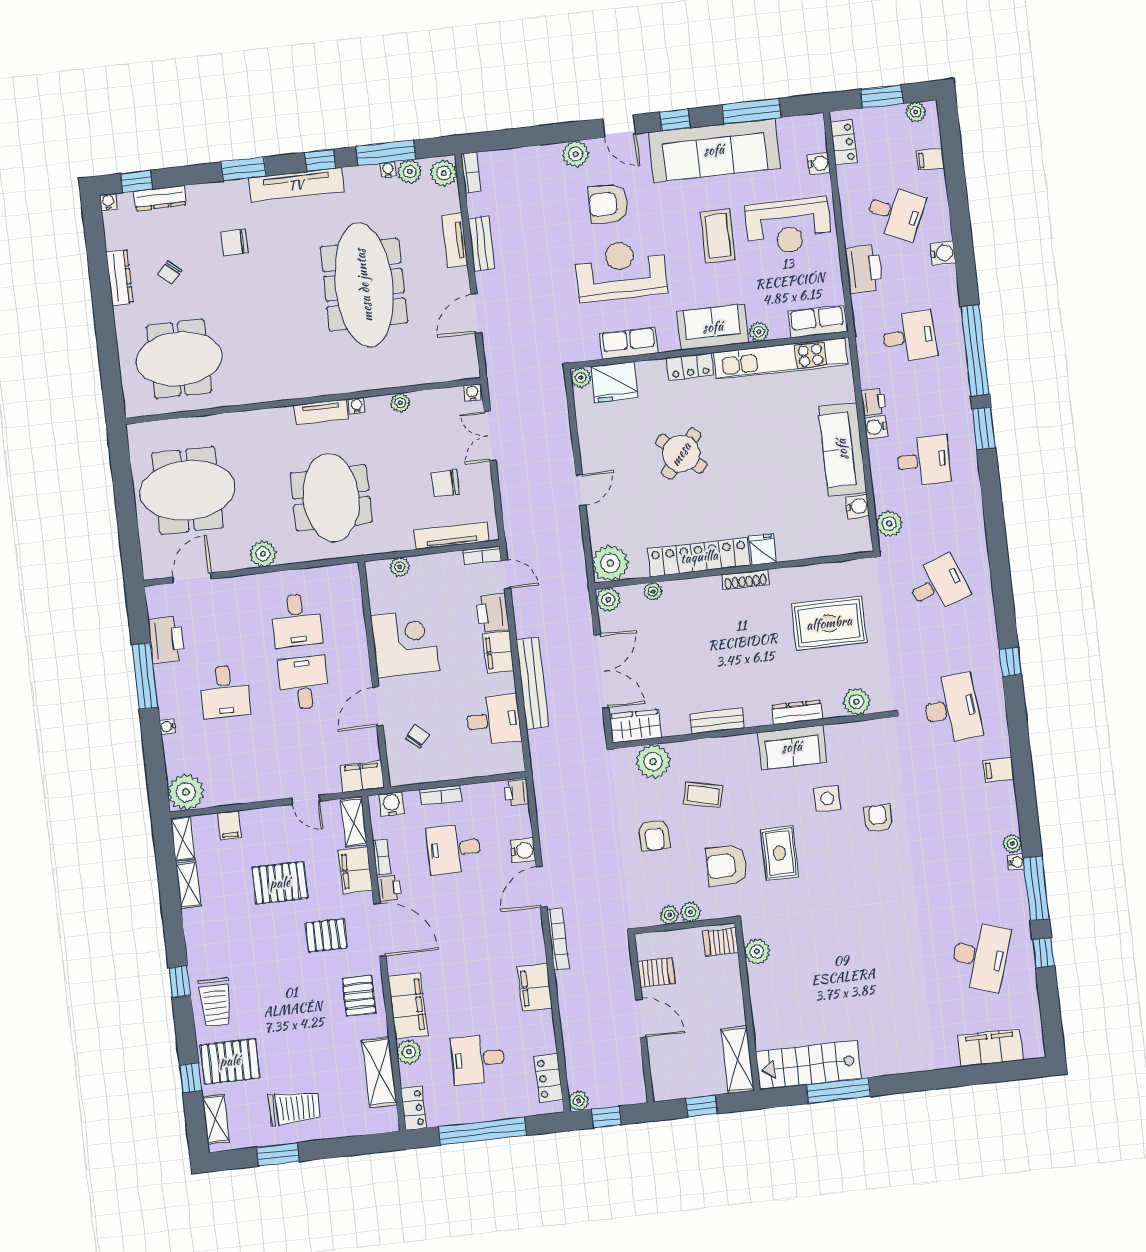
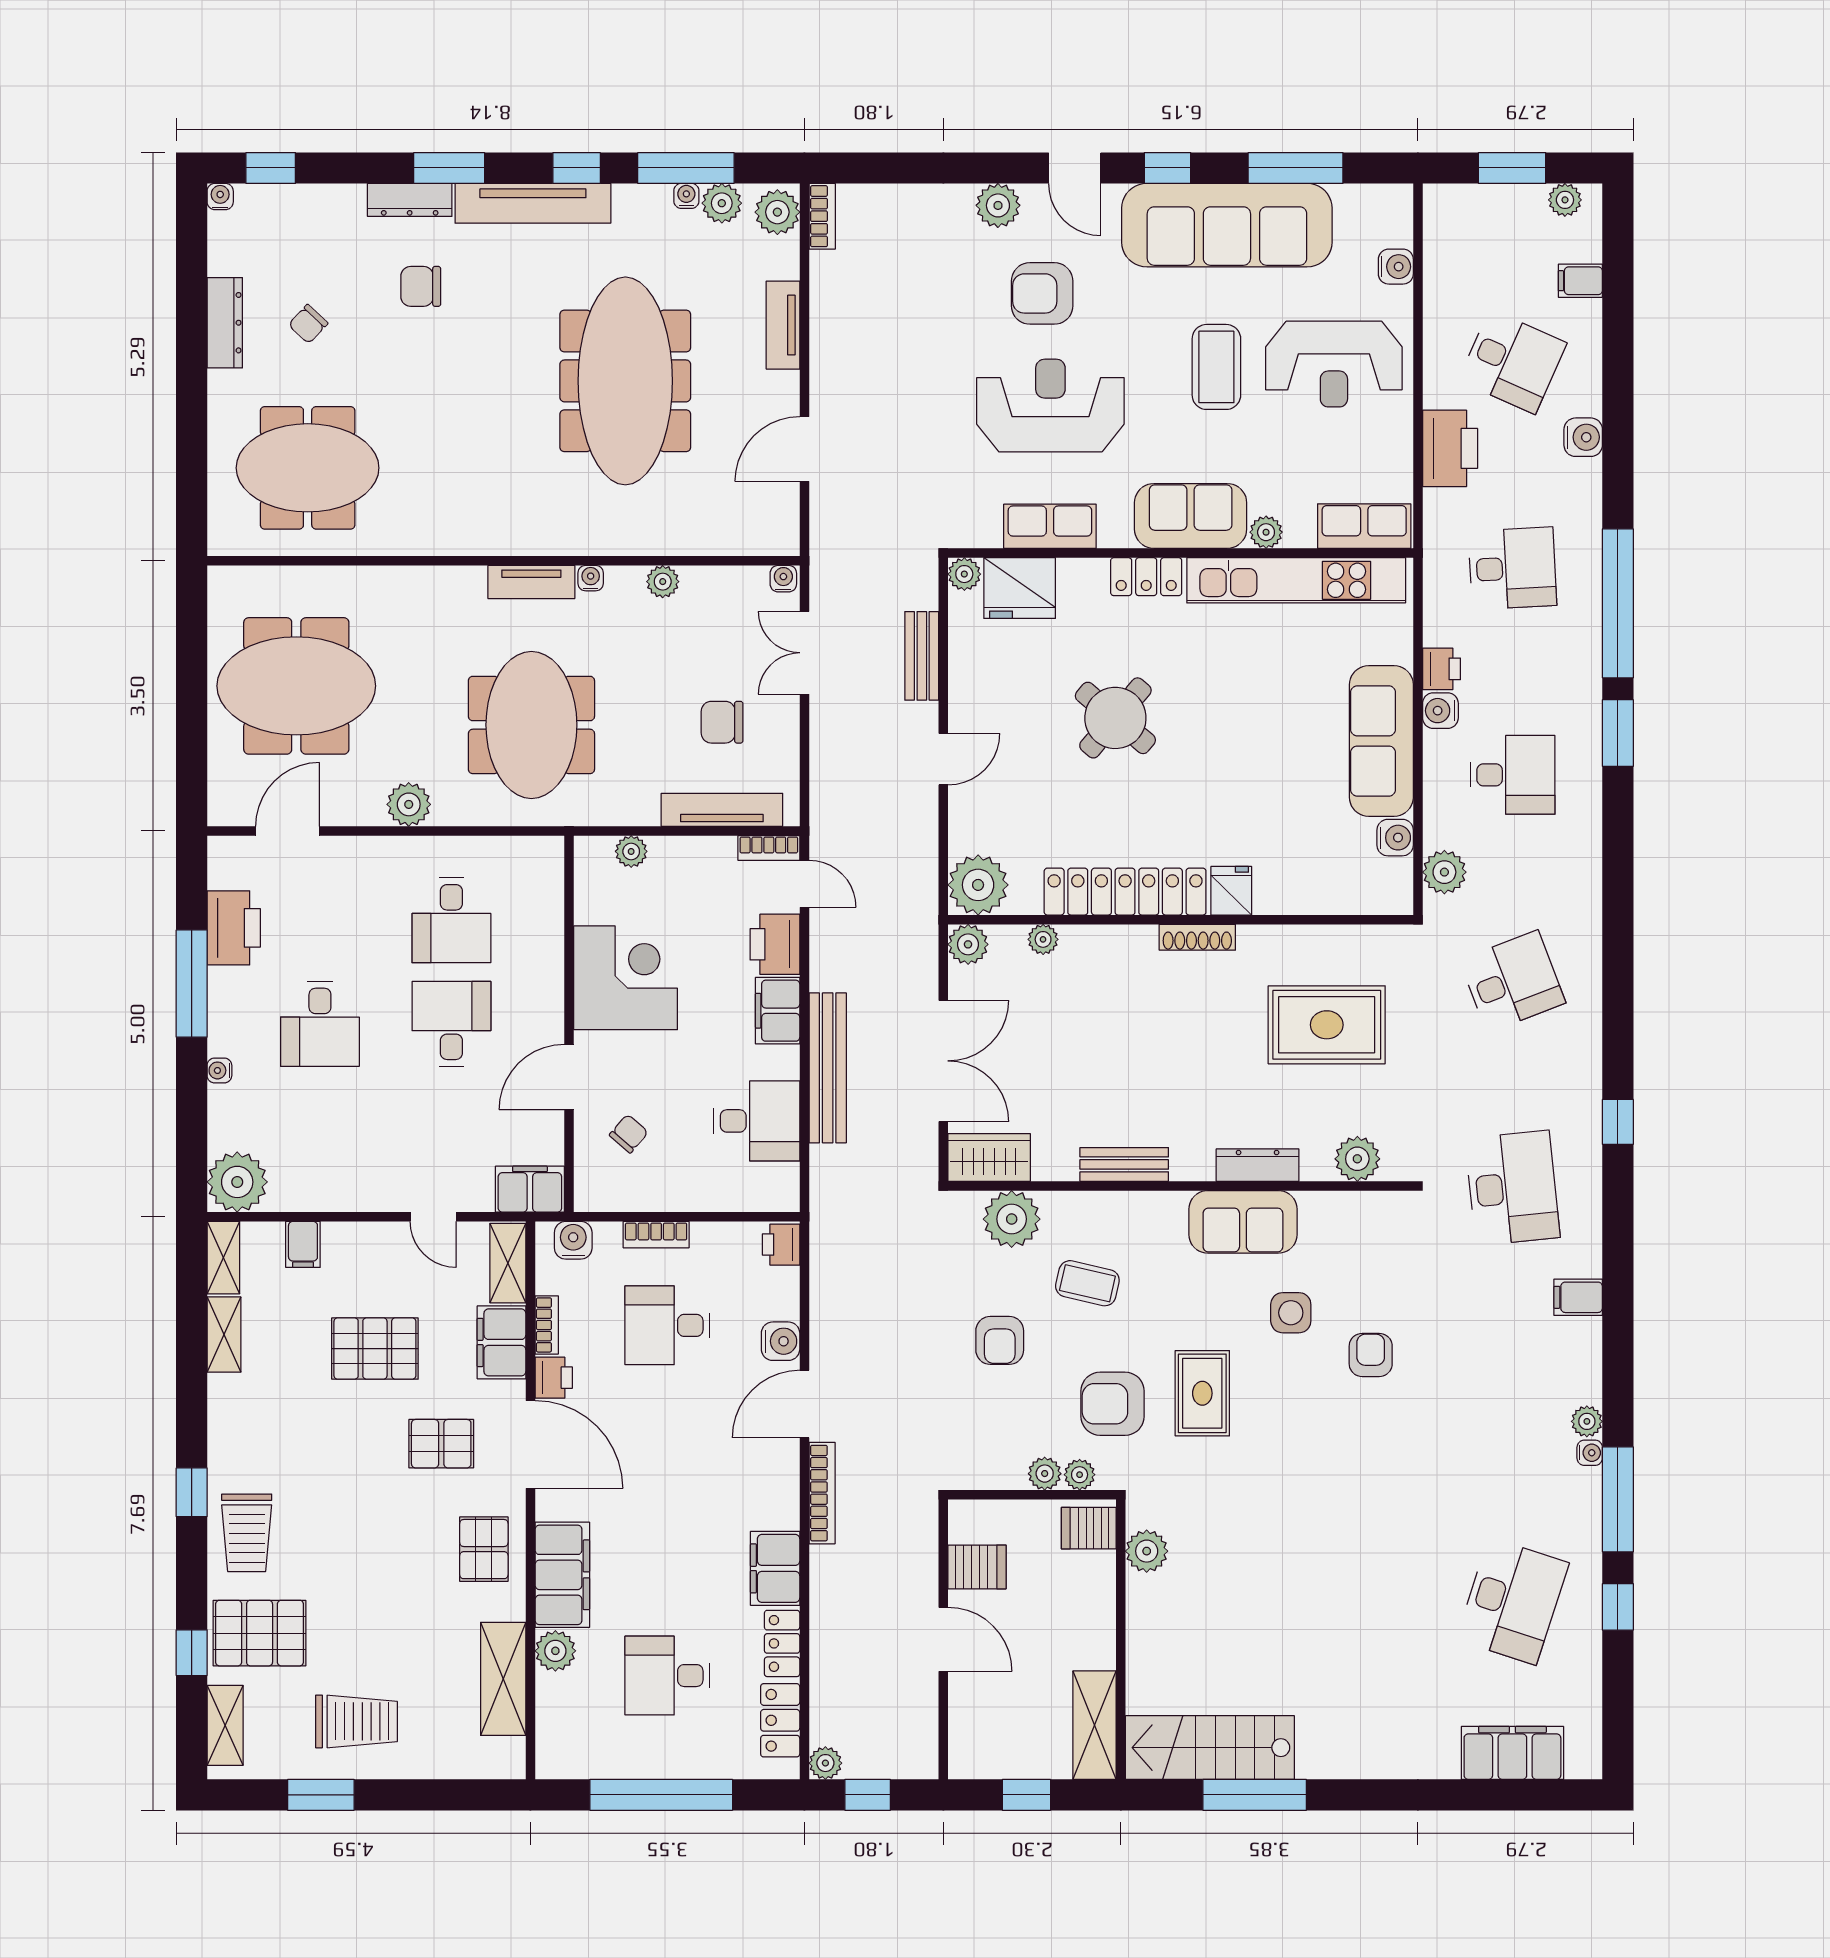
locker: (844, 142) -> (1441, 237), removed
dresser: (160, 198) -> (410, 200), moved
bench: (481, 244) -> (922, 656), moved
plant: (670, 915) -> (1080, 1475), moved
locker: (414, 1108) -> (782, 1643), moved, turned 180

